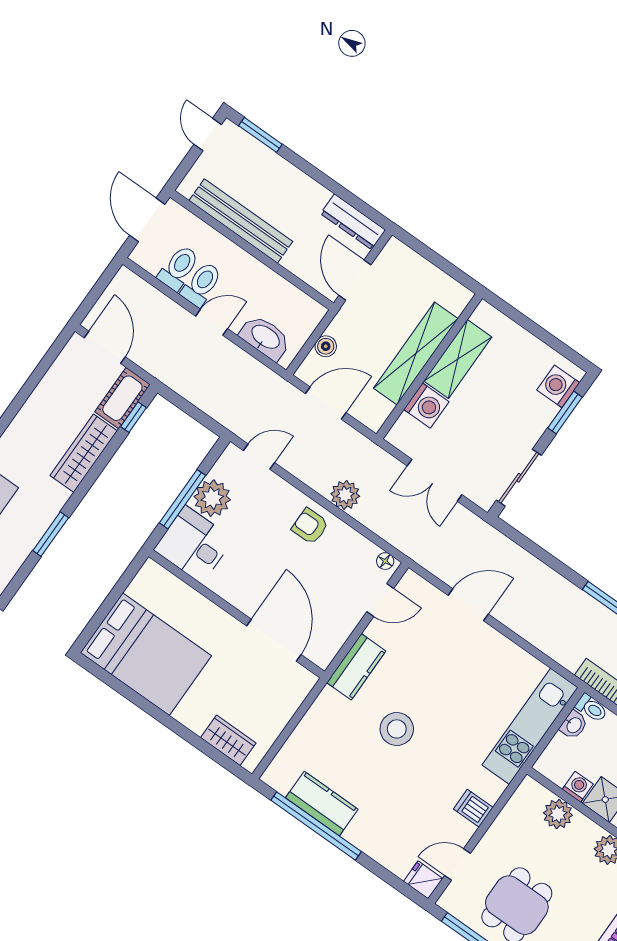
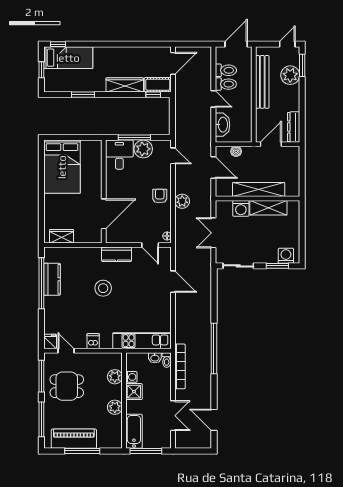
plant: (263, 166) -> (290, 75), added
wardrobe: (228, 740) -> (62, 236), moved, turned -90

